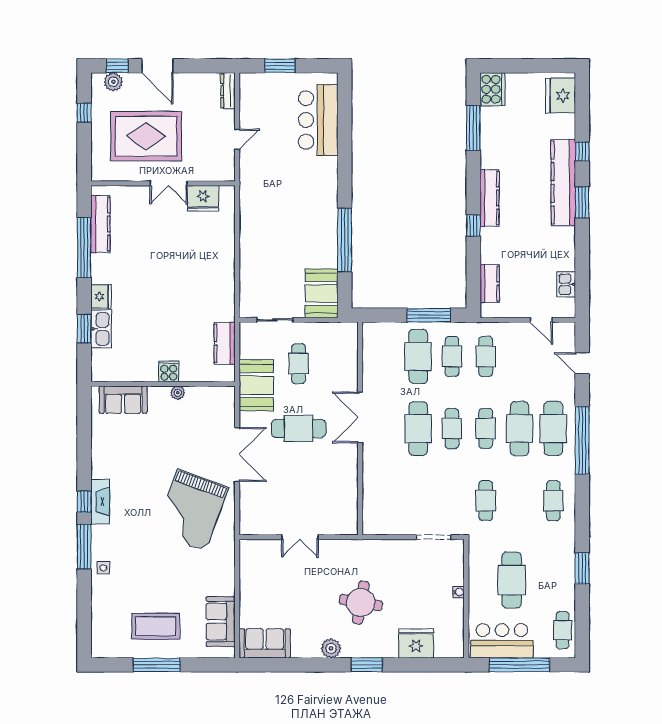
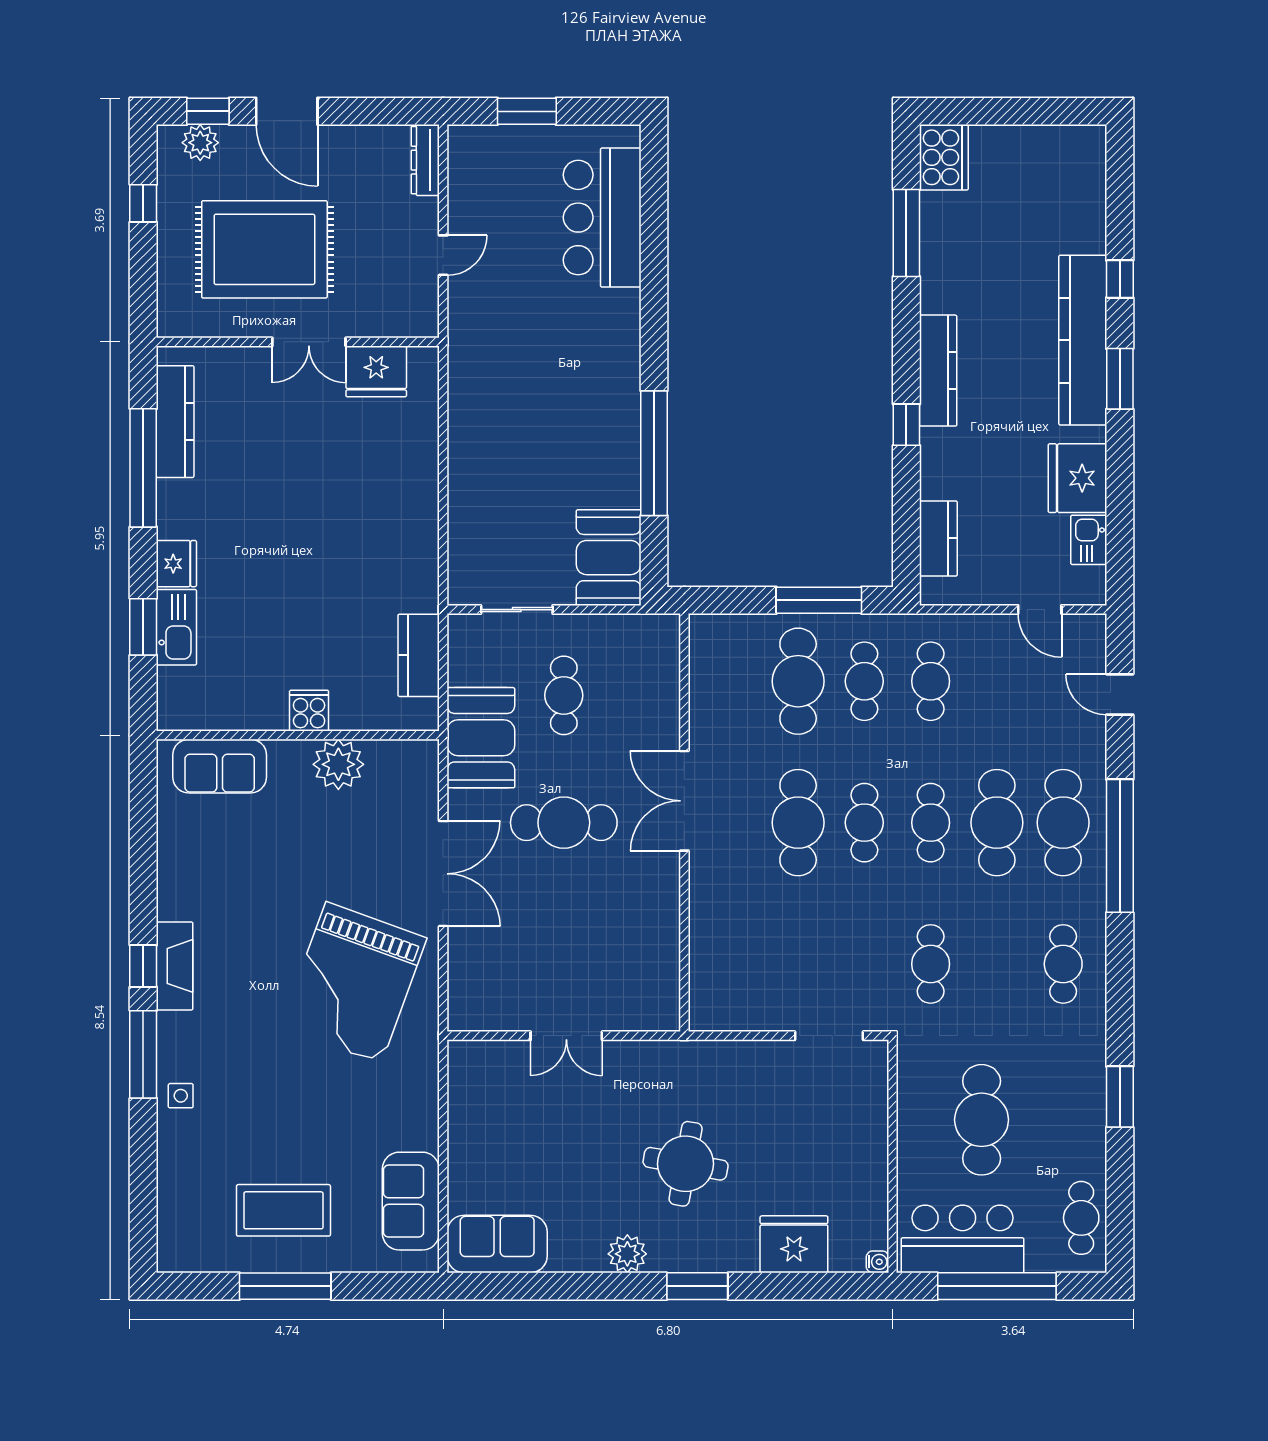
fridge: (561, 96) -> (1077, 478), moved
plant: (178, 393) -> (338, 764), width x1.87, depth x1.87
water cooler: (459, 592) -> (877, 1262), moved

